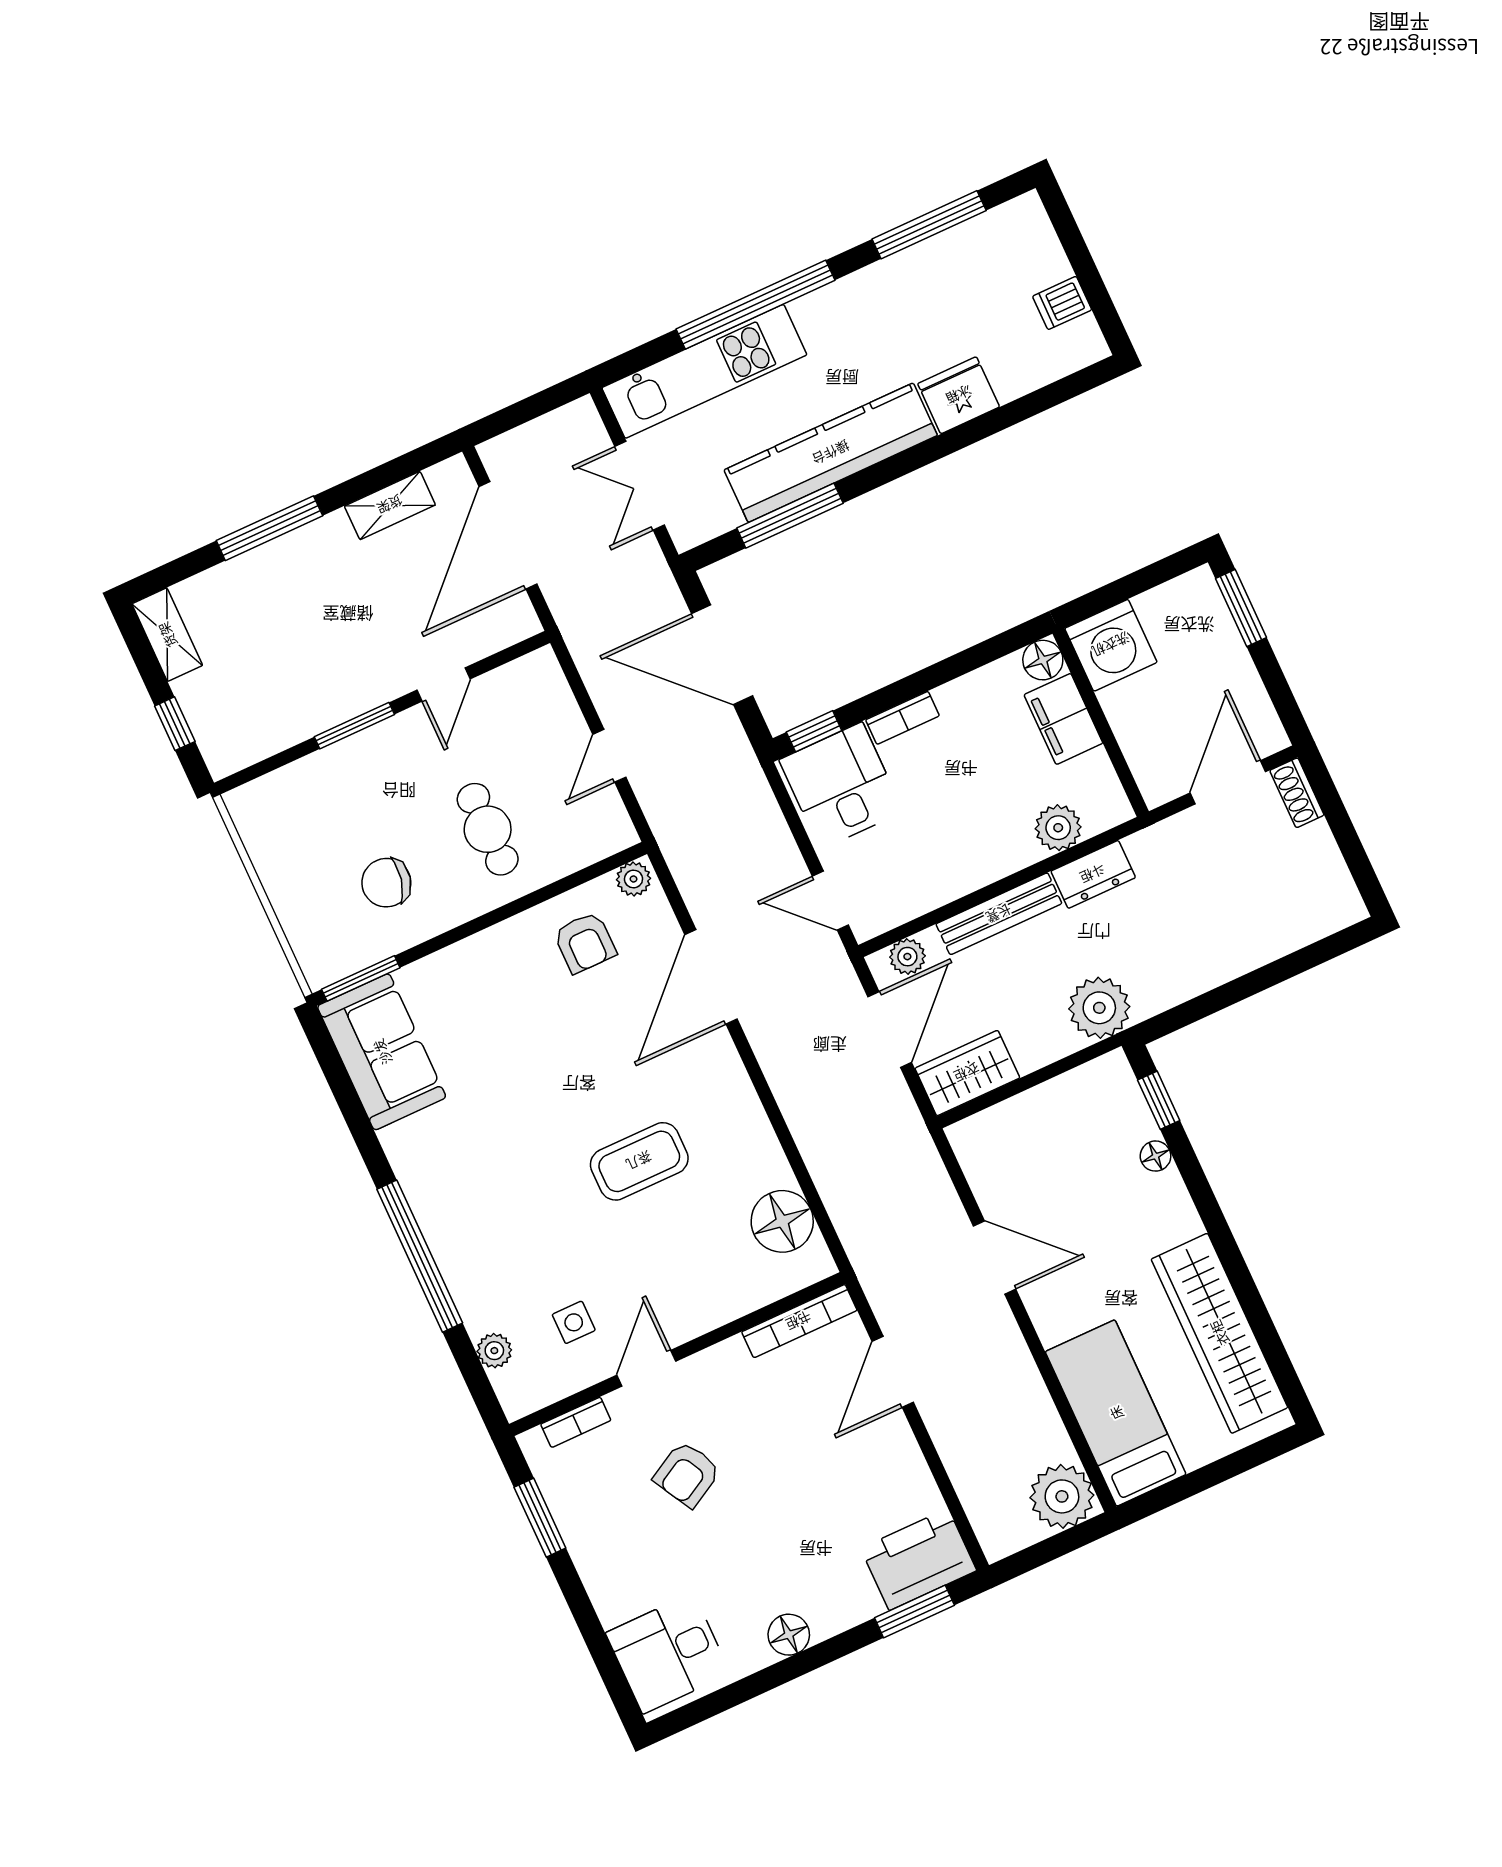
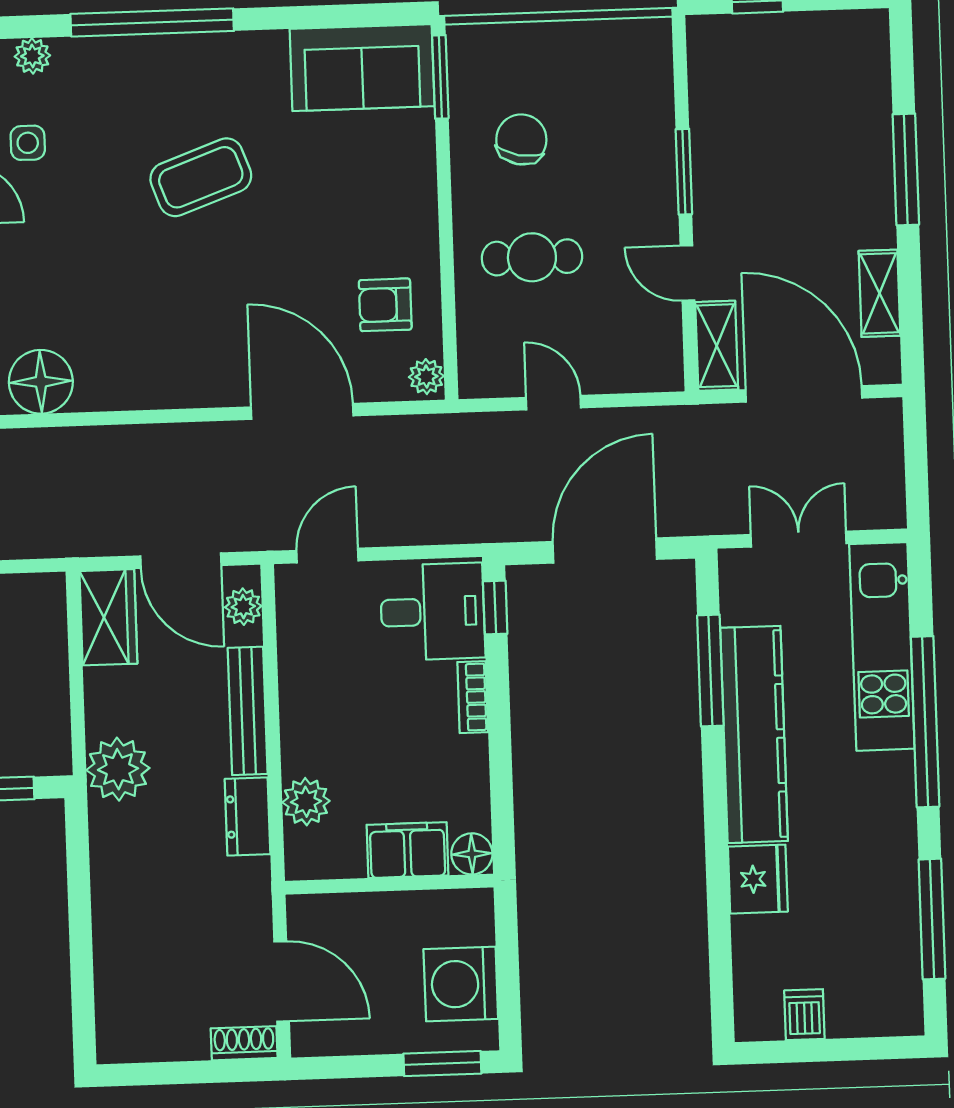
shelving: (167, 635) -> (717, 346), moved, turned 90
washing machine: (1111, 645) -> (461, 984), moved
coffee table: (639, 1161) -> (201, 177), moved, turned 70

